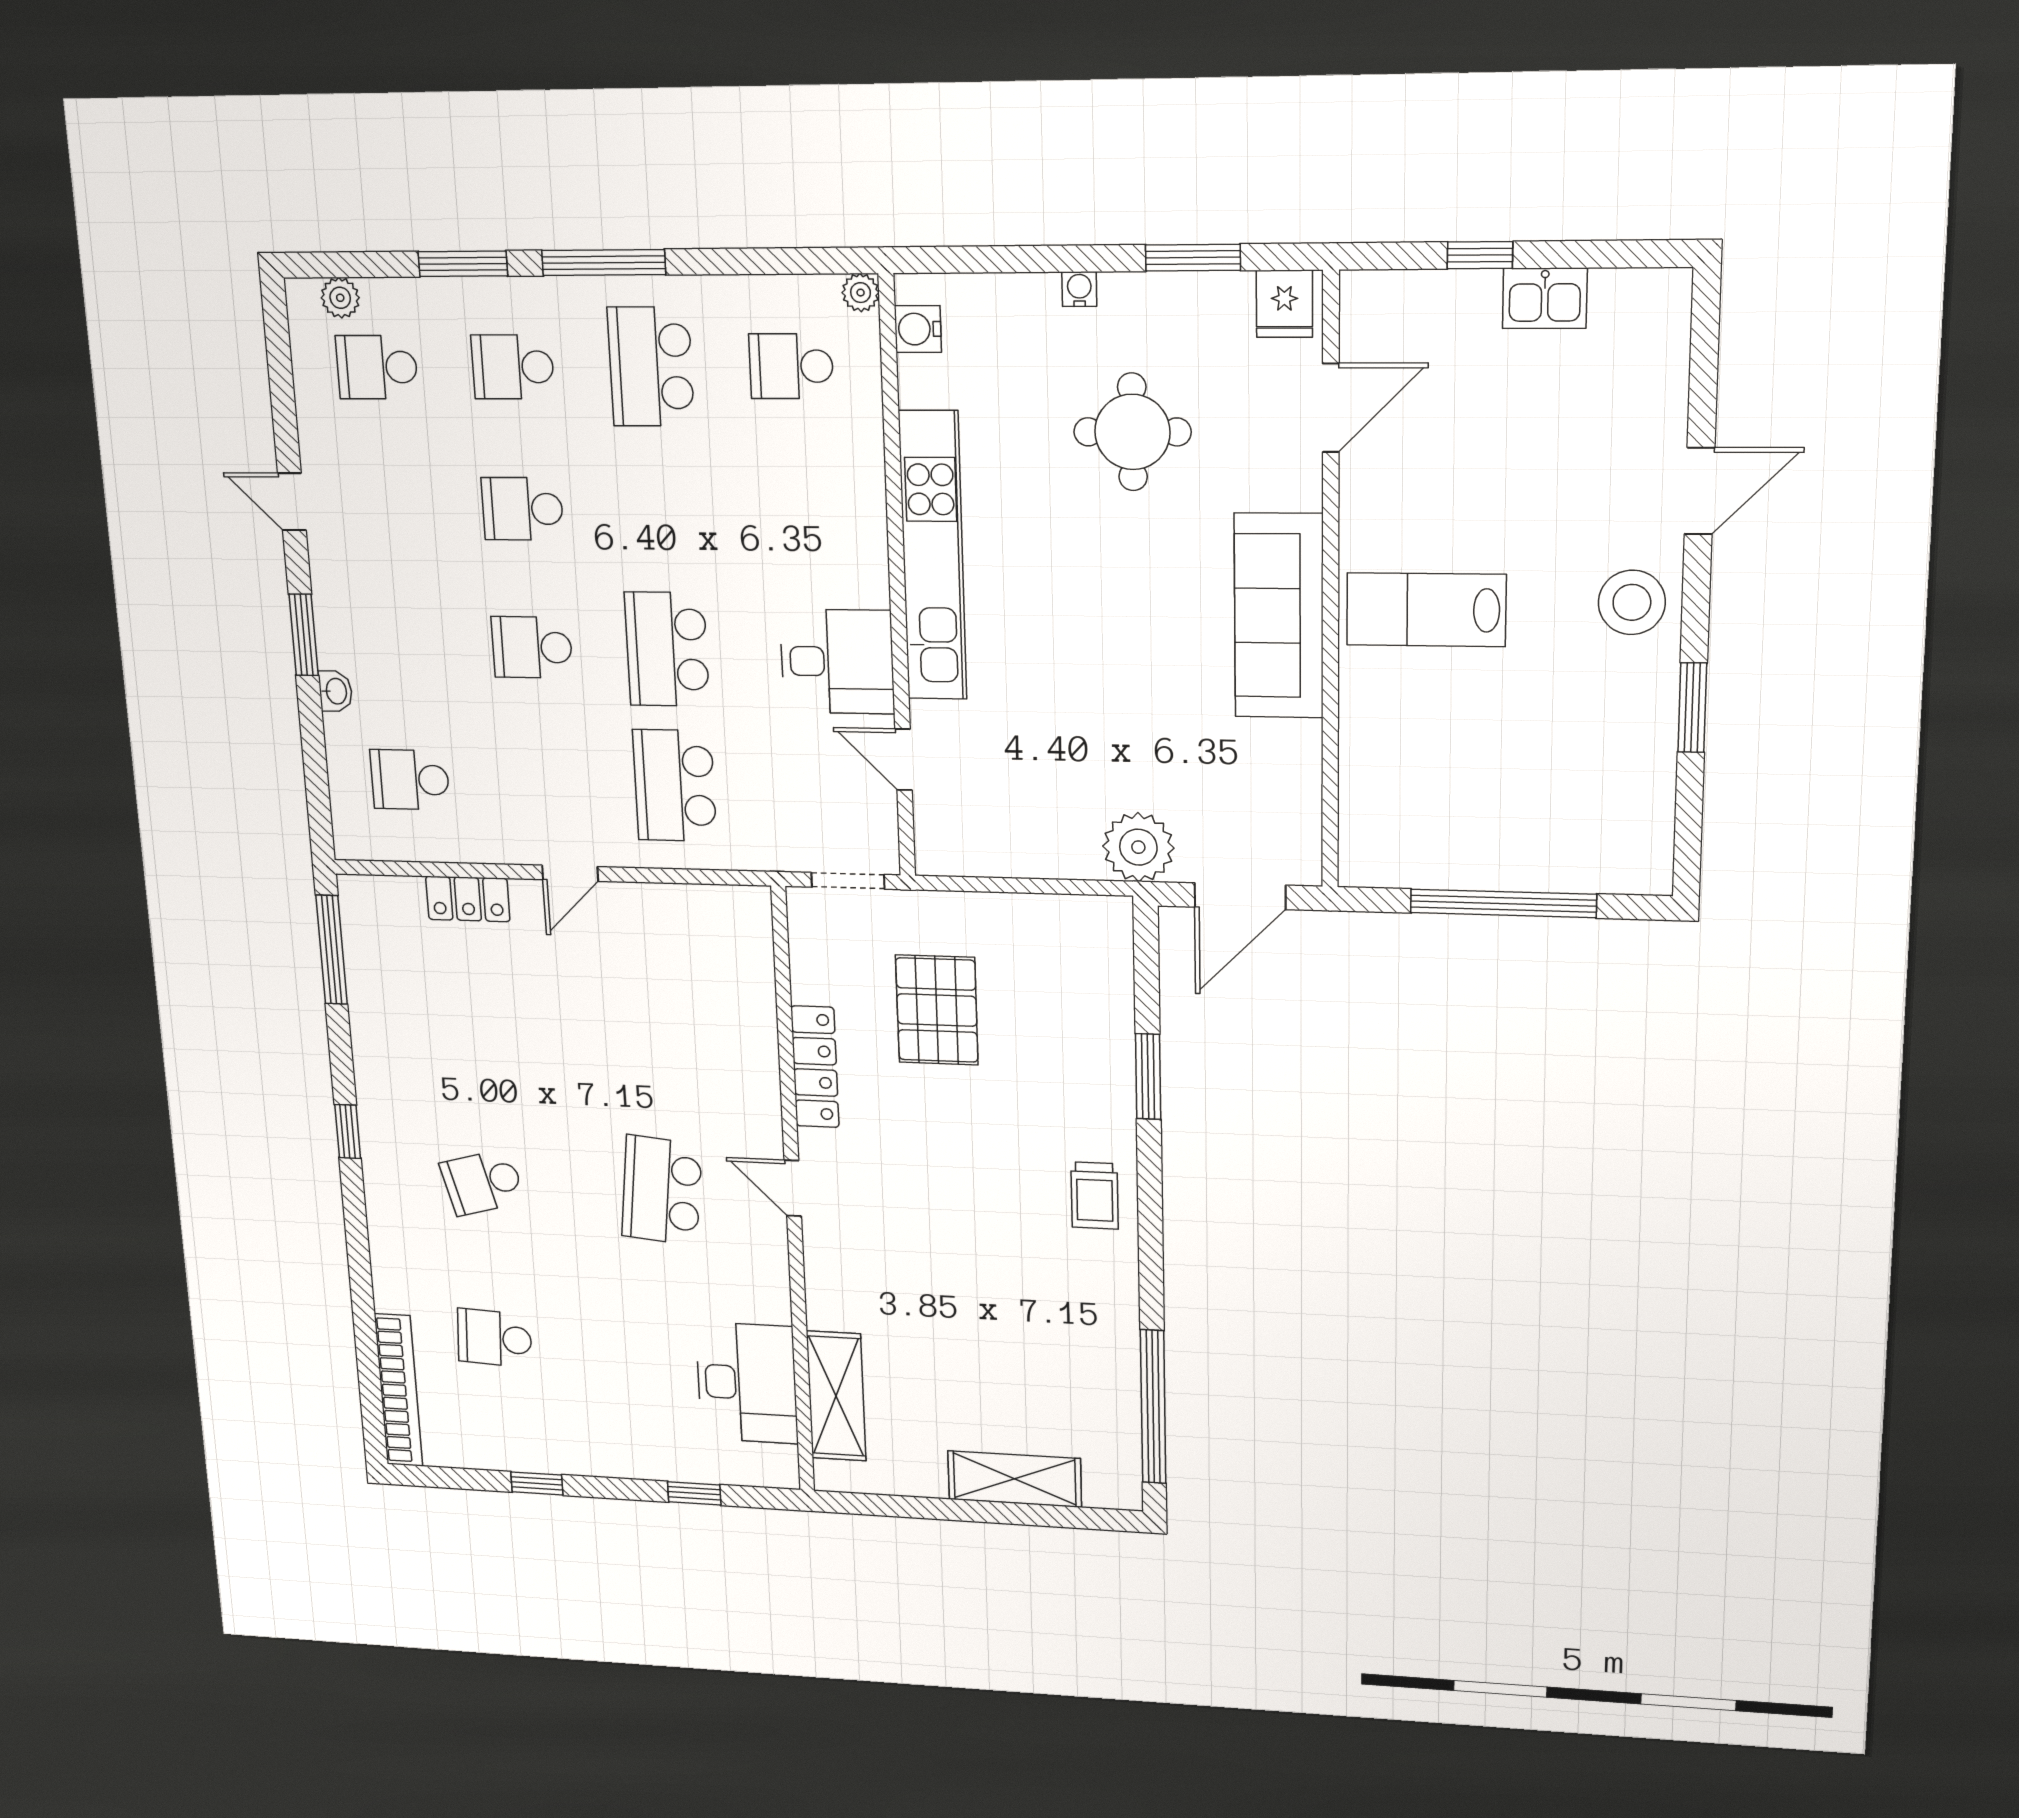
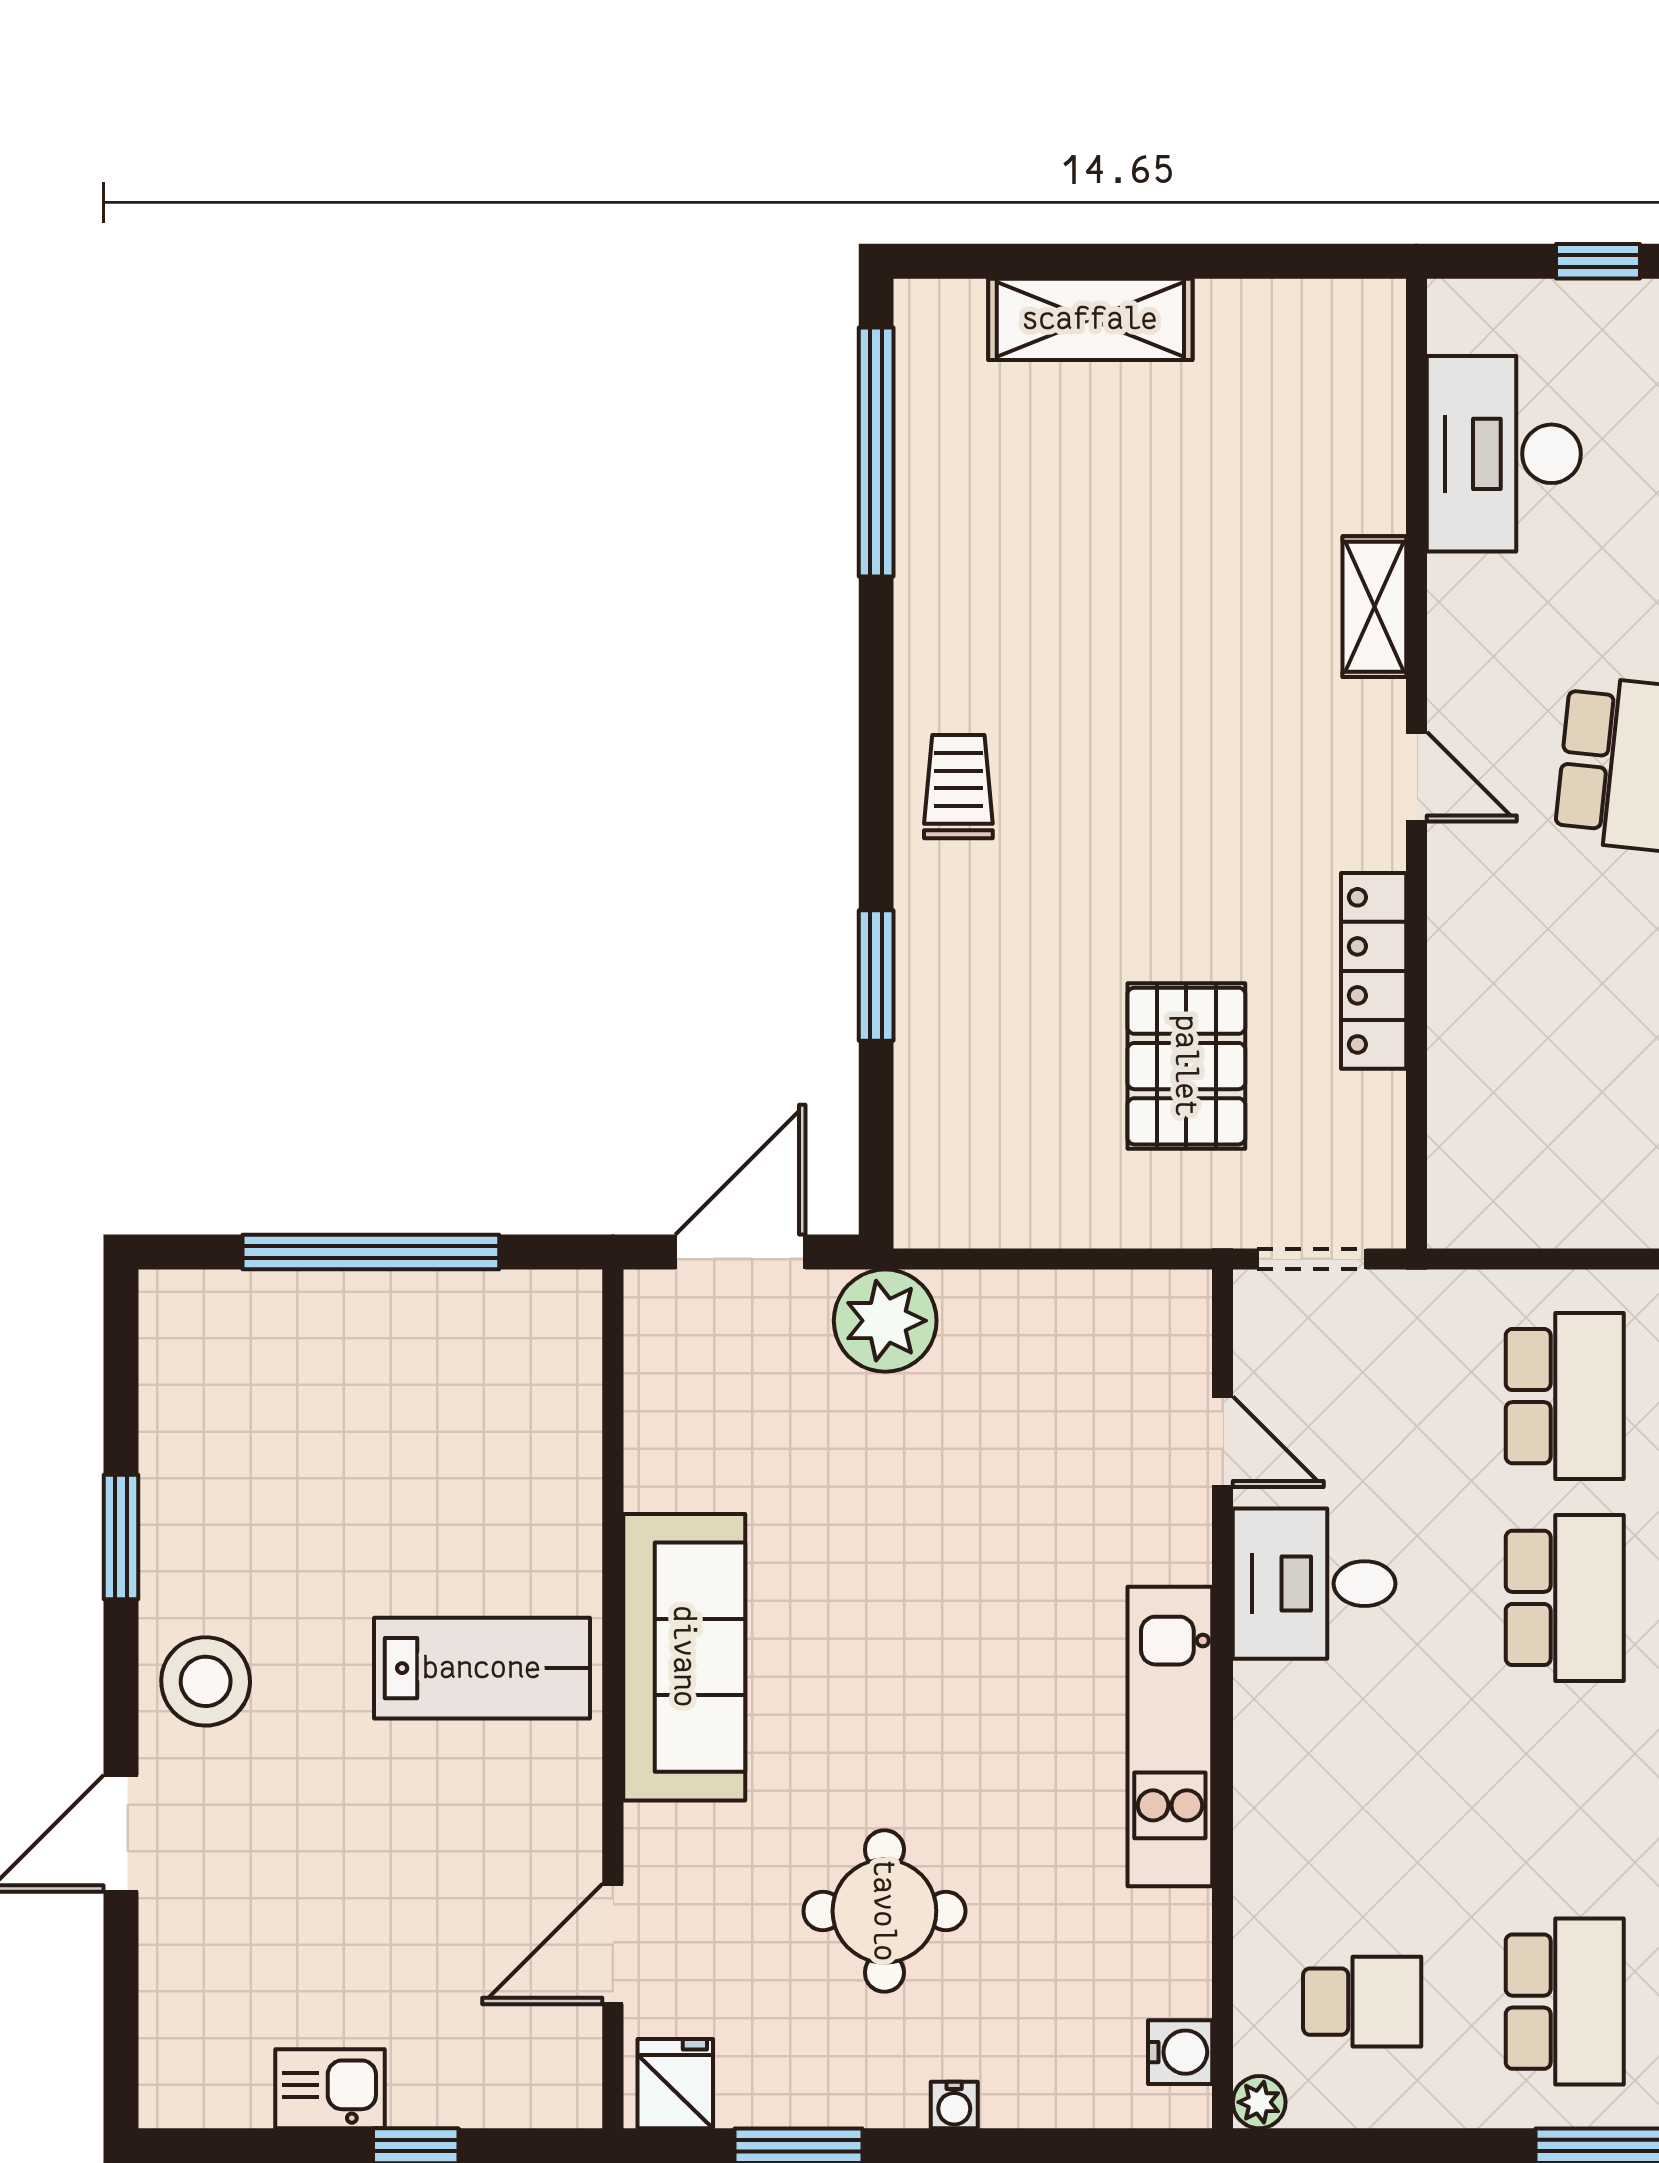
kitchen unit: (933, 556) -> (1170, 1736), width x0.73
shelving: (836, 1396) -> (1374, 607), moved, width x0.67, depth x0.75

